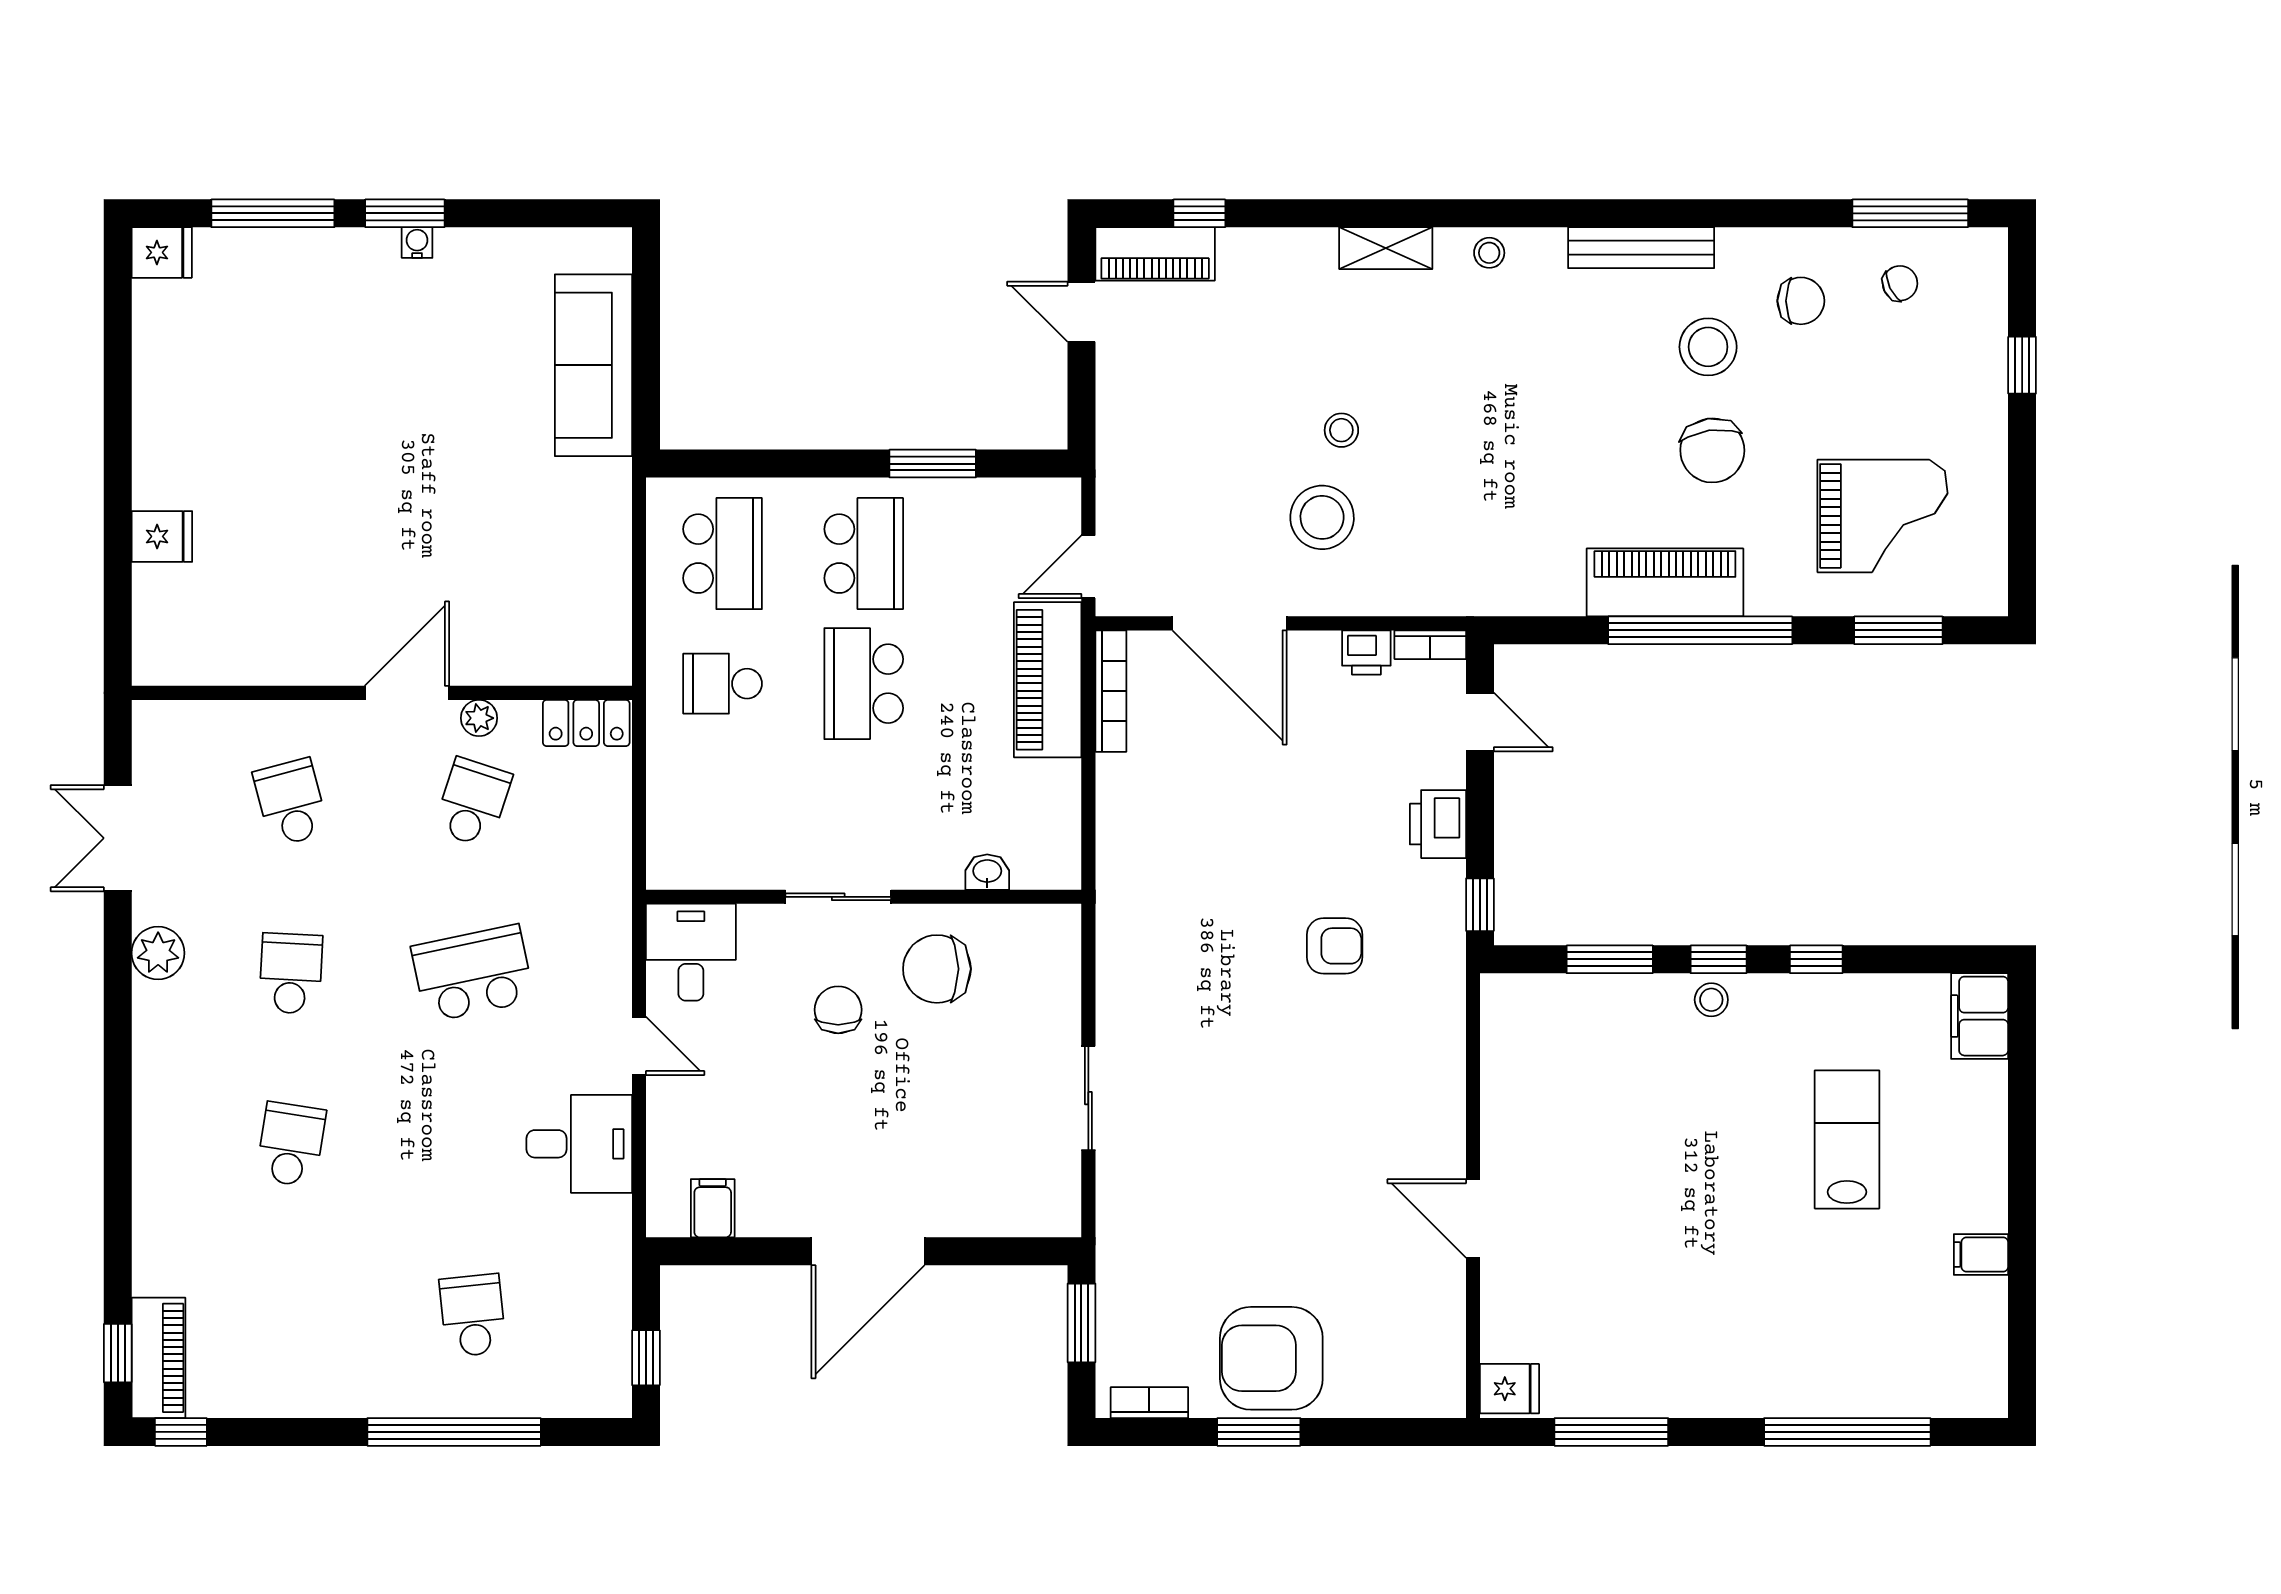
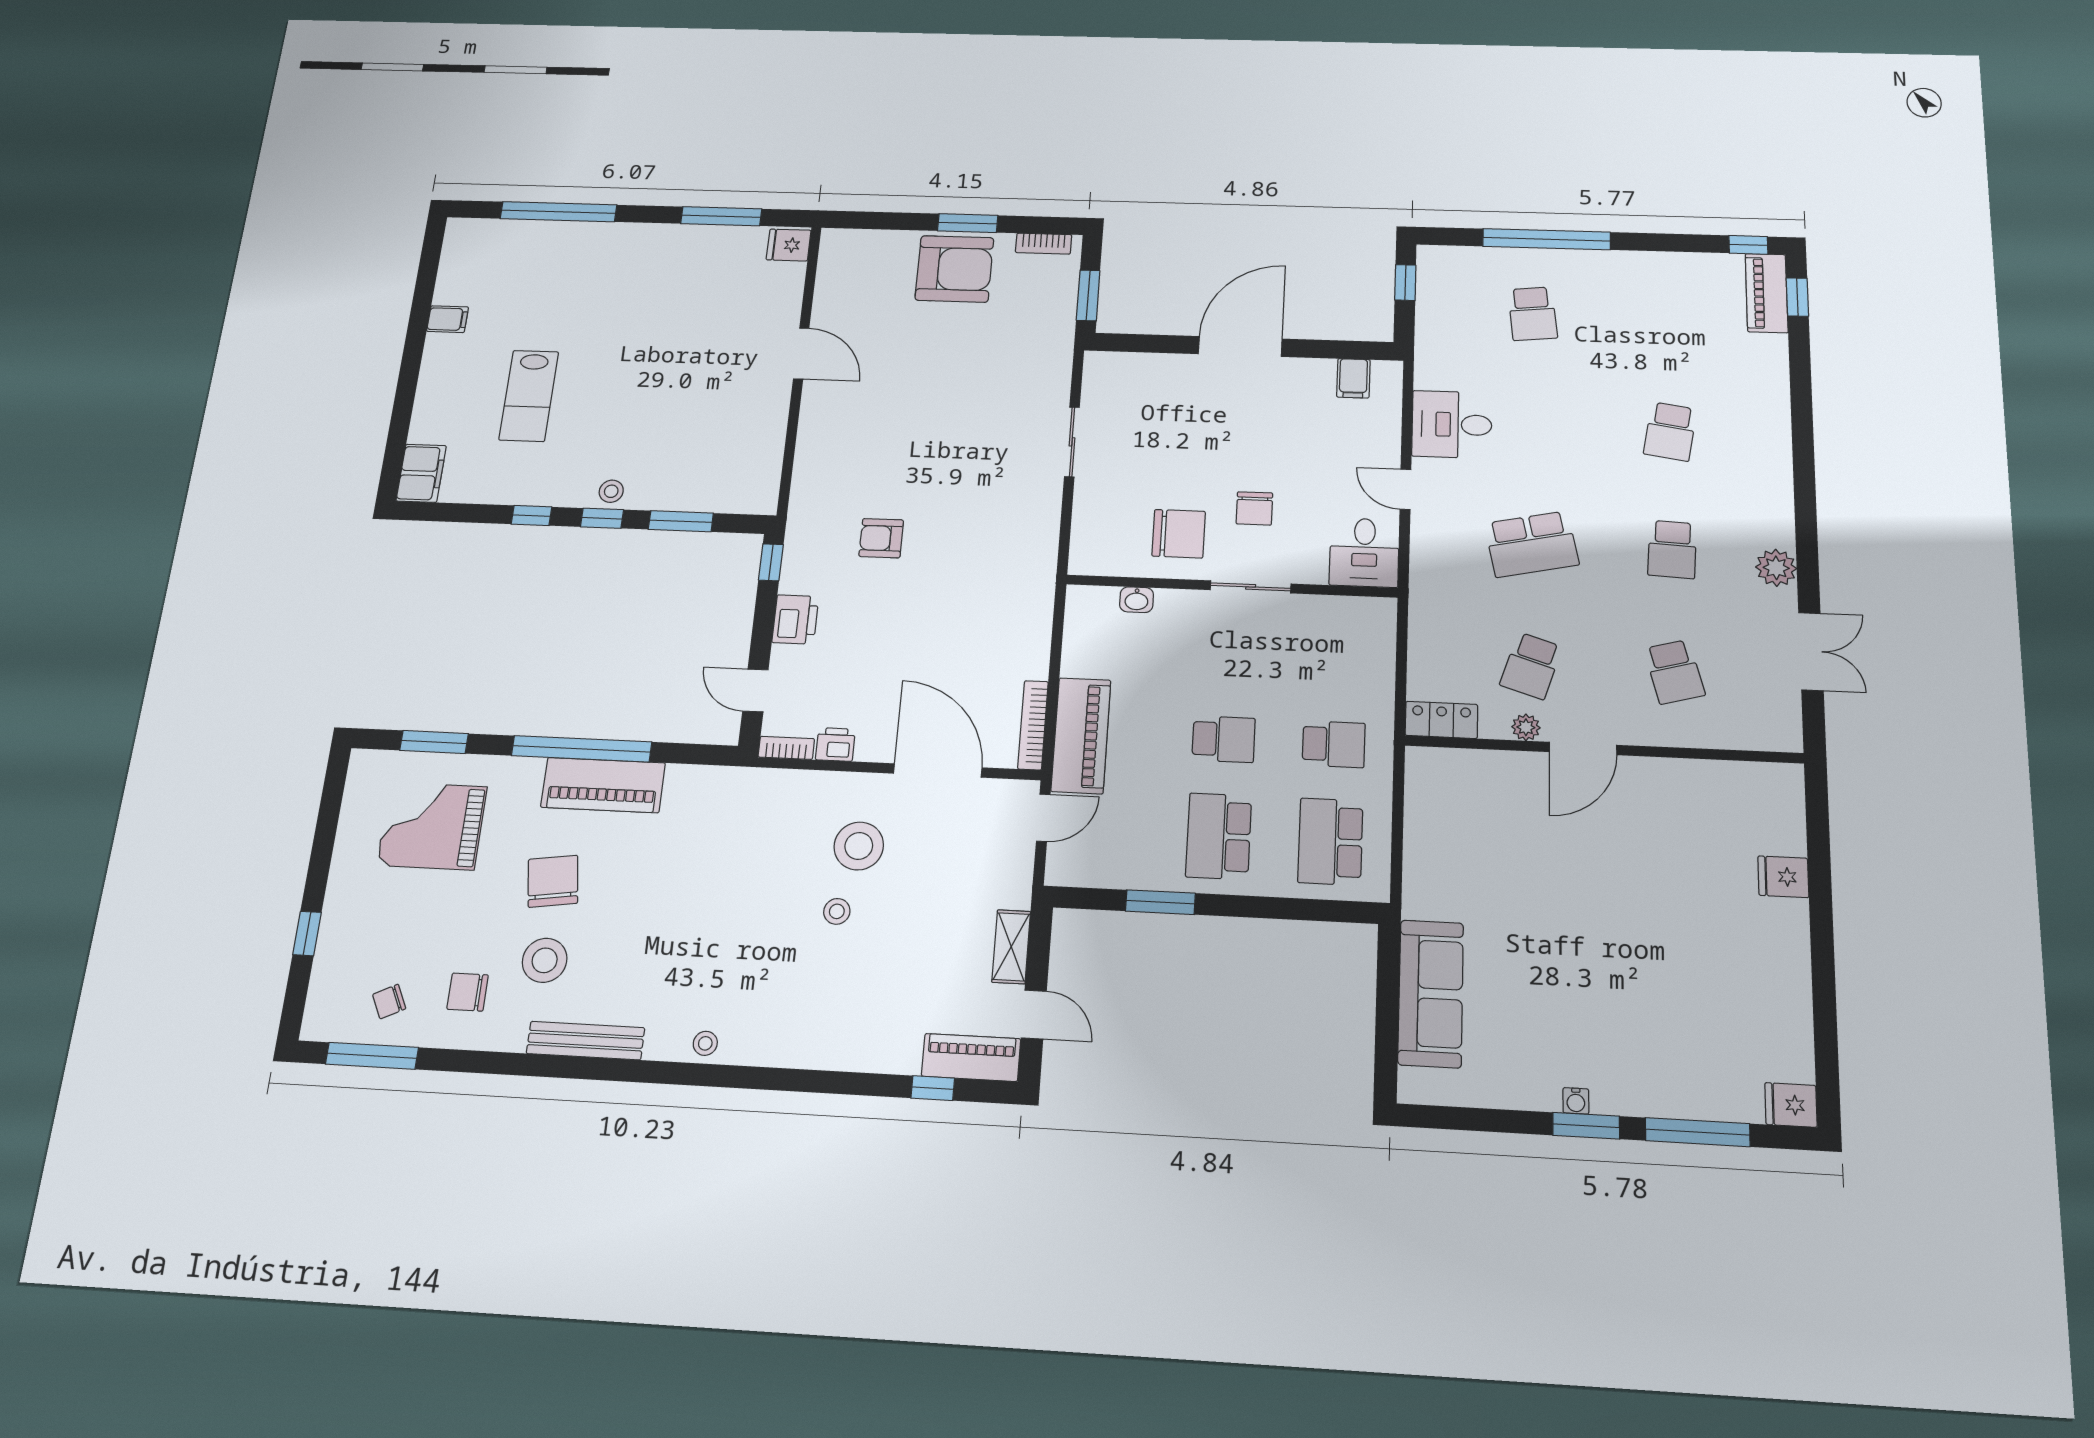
shelving: (1386, 248) -> (1011, 947), moved, turned 90
school desk: (864, 684) -> (1224, 739), width x0.54

